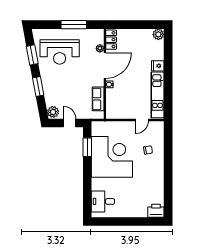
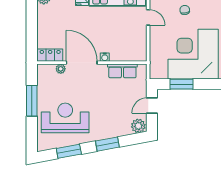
reception desk: (60, 52) -> (65, 118), turned -90

